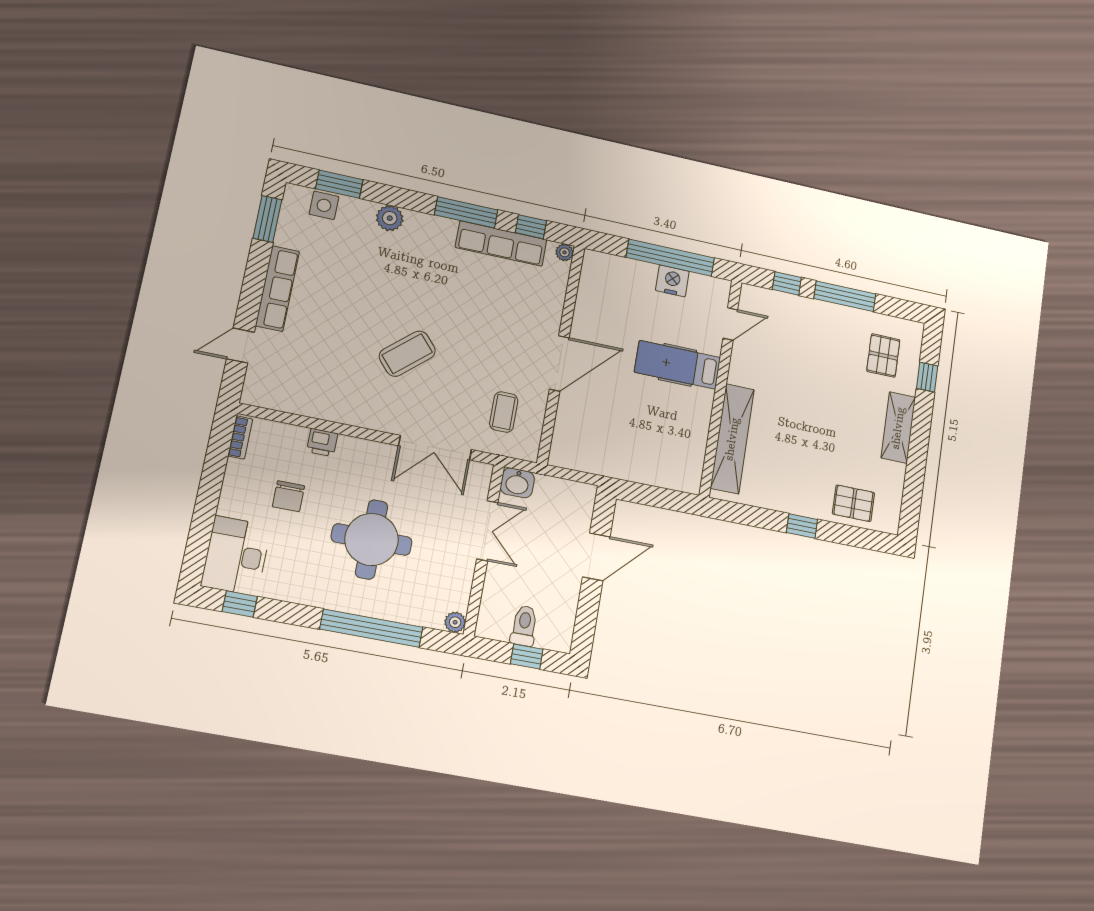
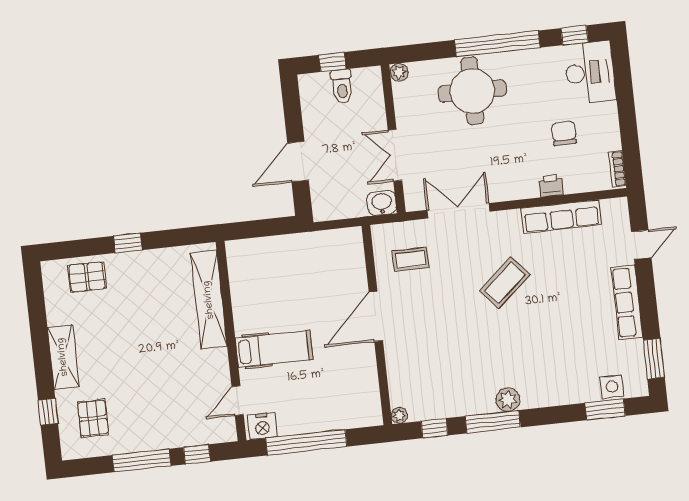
plant: (390, 218) -> (508, 399), moved
row of seats: (501, 244) -> (561, 217), moved, turned 180
nightstand: (672, 281) -> (262, 426), moved
coffee table: (504, 412) -> (410, 259), turned 90
round table: (372, 539) -> (472, 91), moved
window: (371, 628) -> (497, 44), moved

